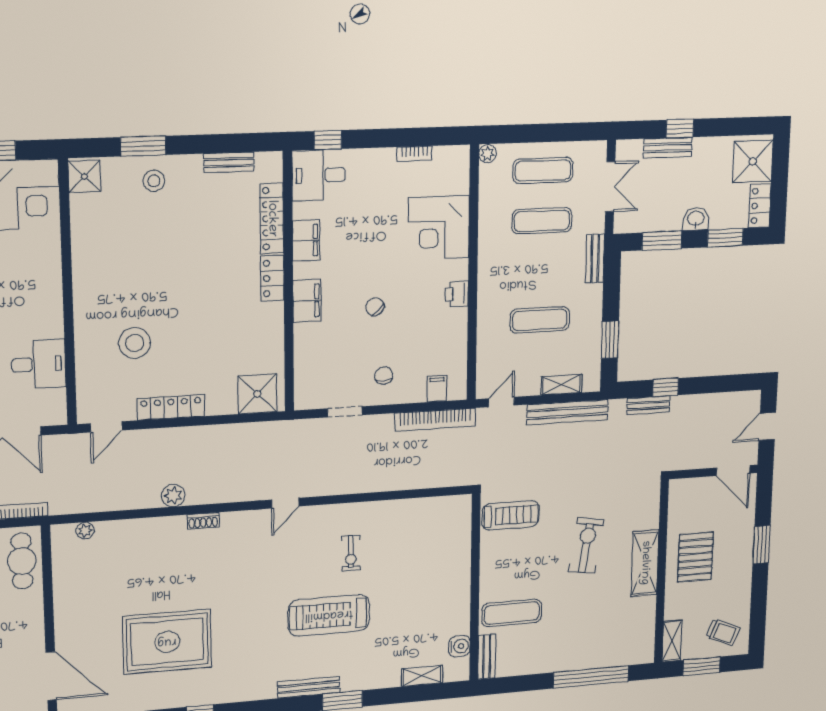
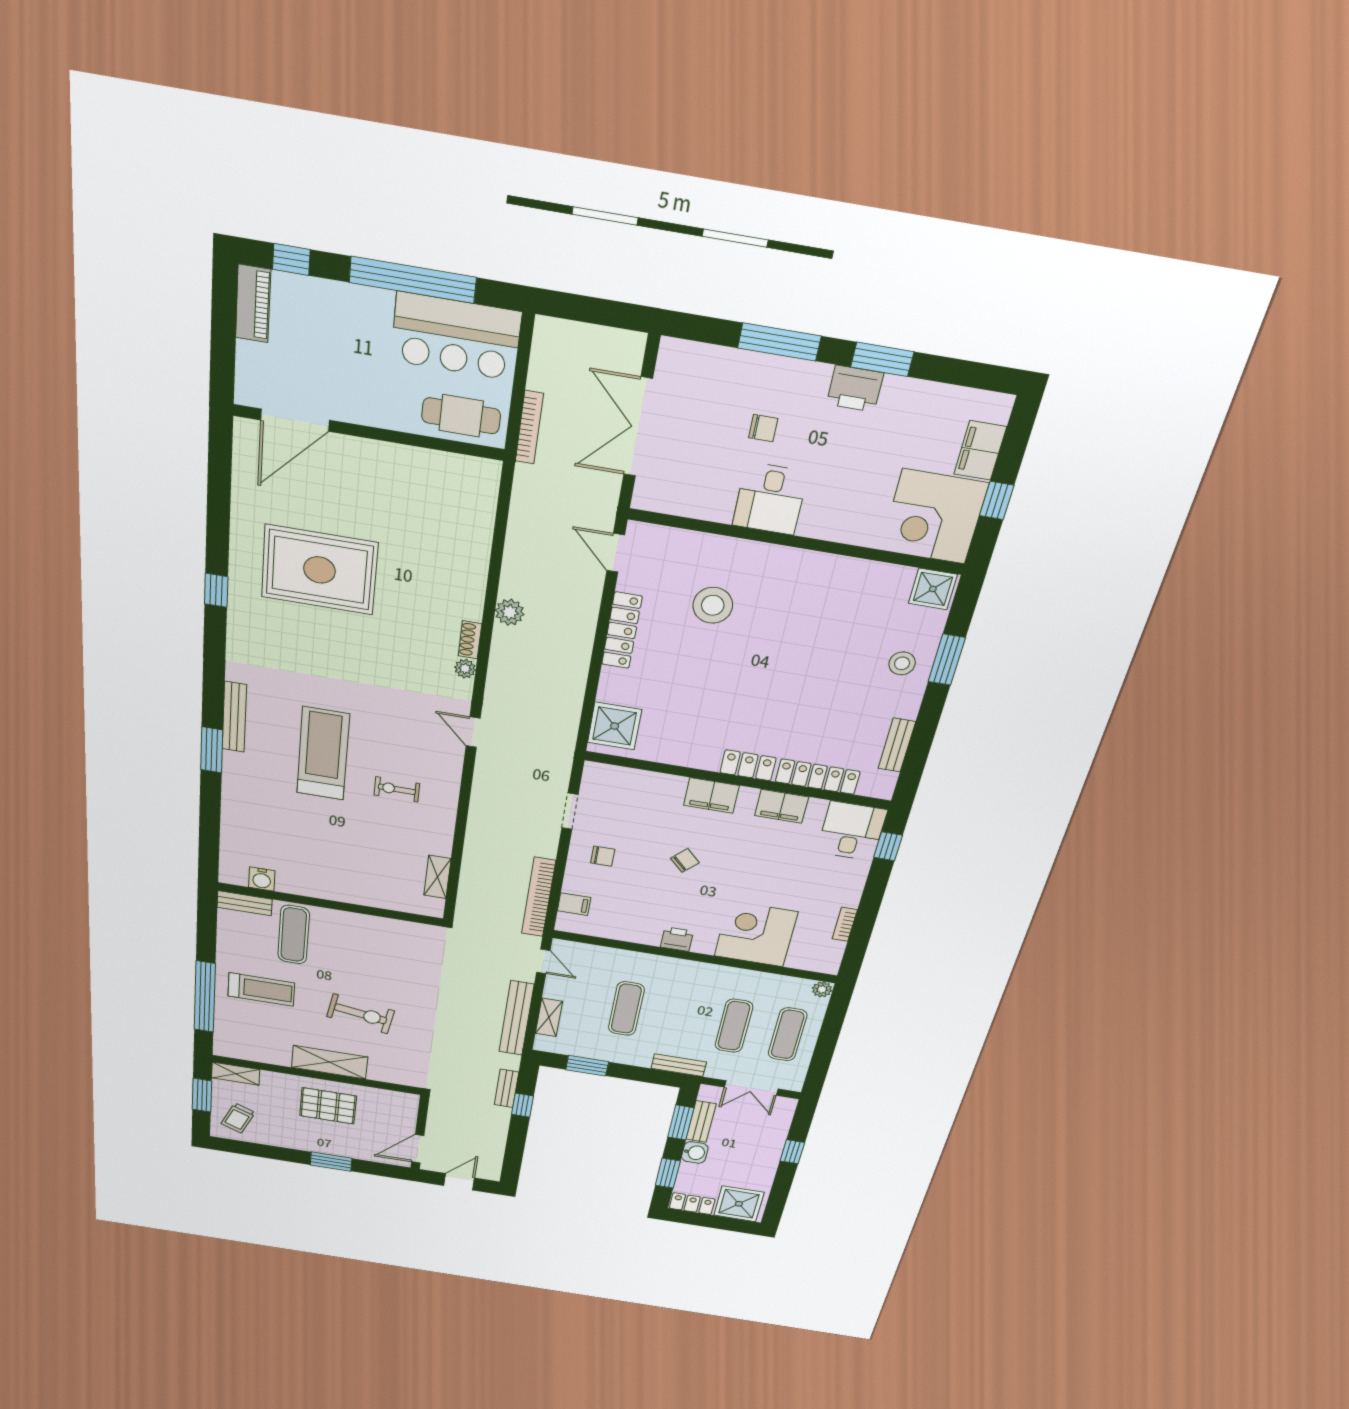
bench: (668, 148) -> (701, 1122), moved
desk: (39, 364) -> (770, 499), moved
door: (767, 426) -> (459, 1182), hinge flipped
treadmill: (510, 515) -> (261, 989), moved, turned -90
plant: (85, 531) -> (465, 669), moved
rug: (167, 642) -> (319, 570), turned 90
shelving: (422, 676) -> (437, 877), moved

